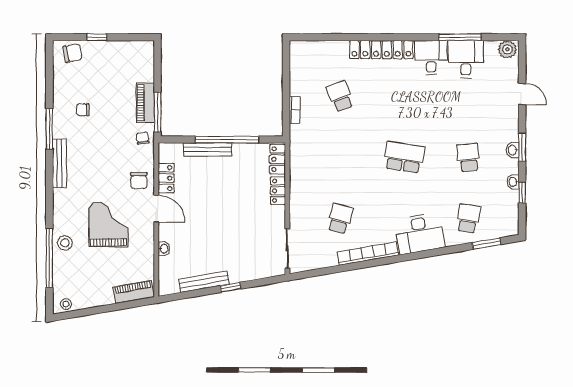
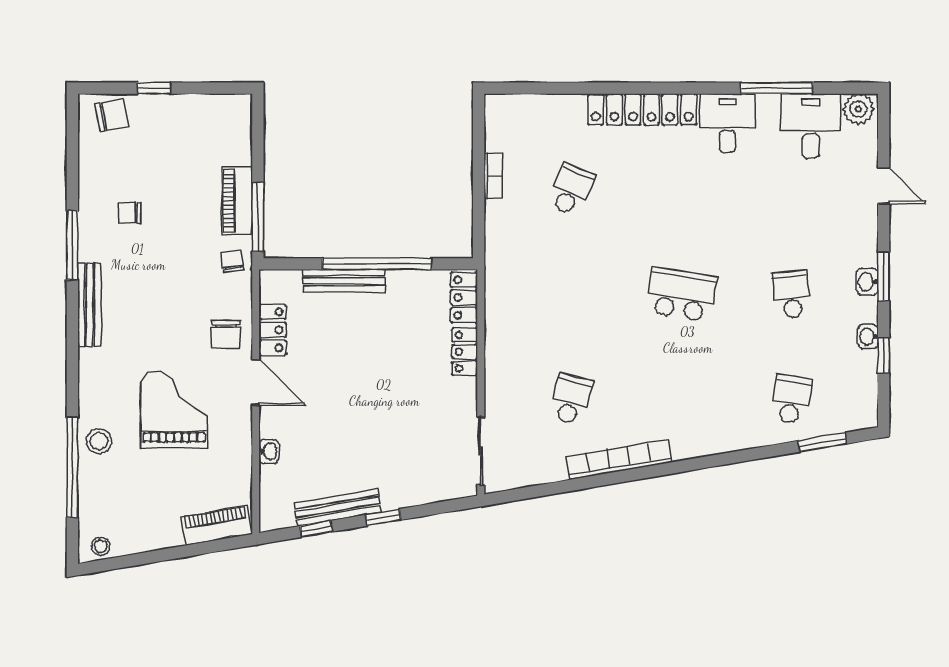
desk: (466, 59) -> (811, 126), moved
school desk: (340, 96) -> (571, 189), turned 45
bookcase: (295, 110) -> (493, 176), moved
desk: (420, 233) -> (708, 425), removed
window: (191, 294) -> (316, 529), added

